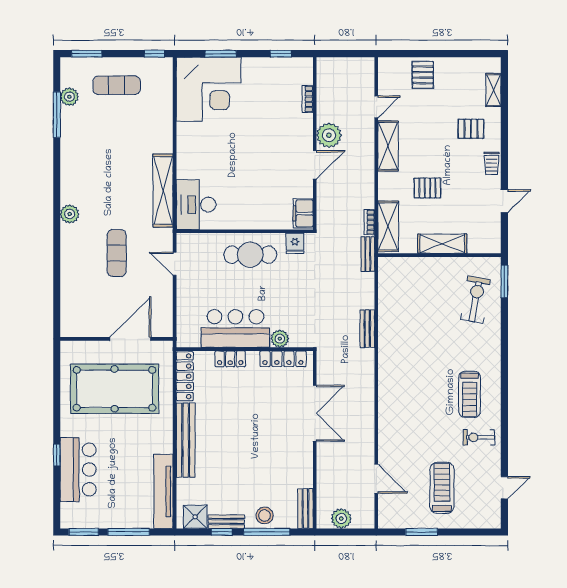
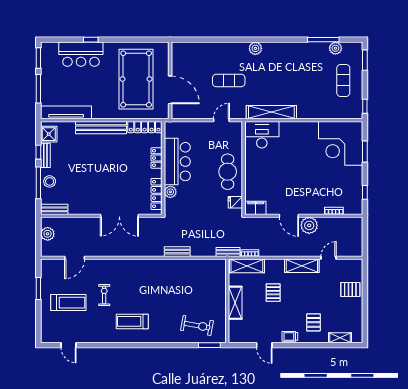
door: (376, 107) -> (329, 258), swing flipped
exercise bike: (479, 437) -> (104, 295), moved

